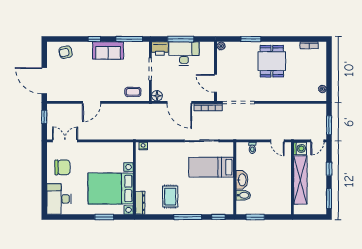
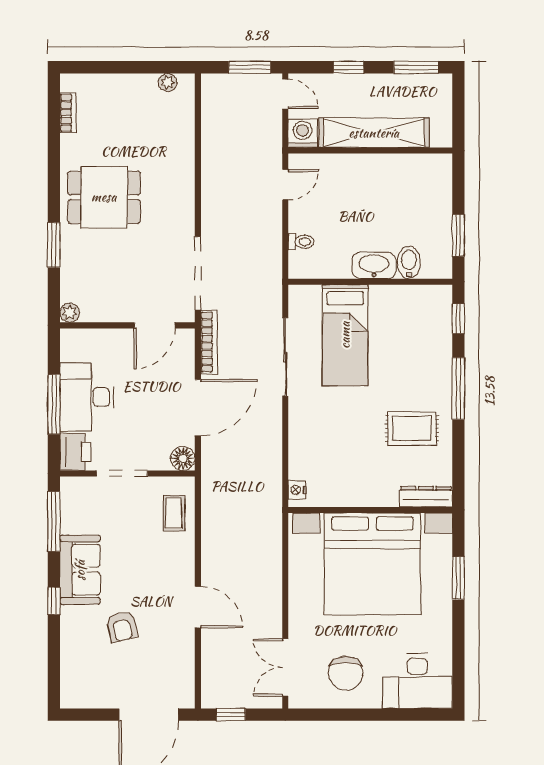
armchair: (66, 52) -> (122, 627), moved
chair: (62, 167) -> (346, 673), turned 180
bed with nightstands: (111, 189) -> (372, 564), width x1.36

